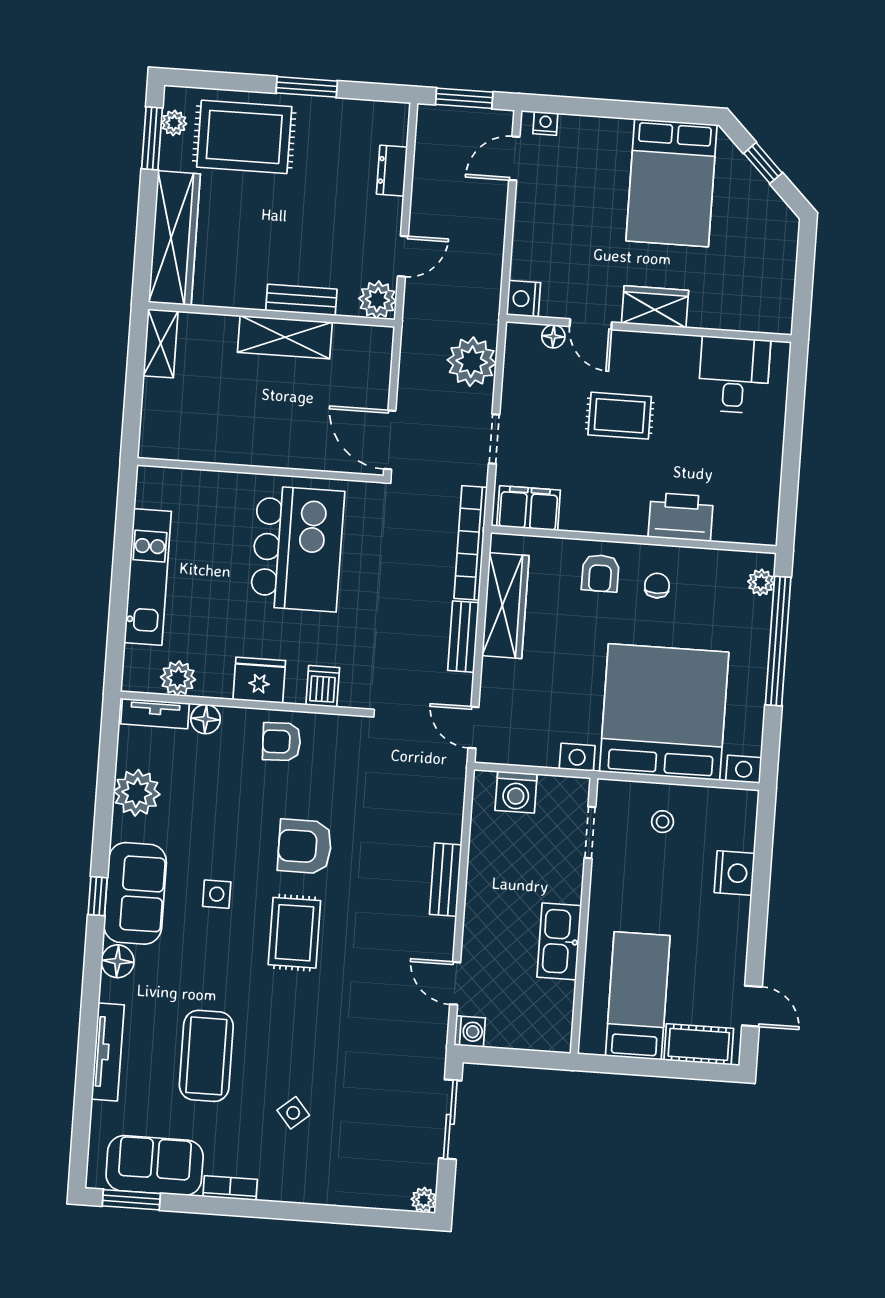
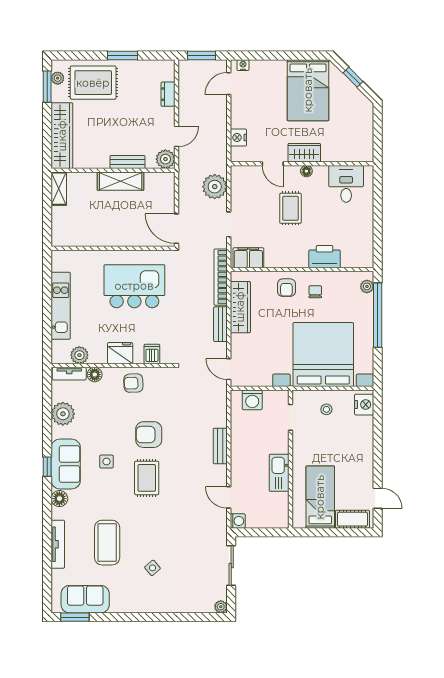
nightstand: (523, 299) -> (238, 137), moved
floor lamp: (553, 336) -> (306, 171), moved
rug: (620, 416) -> (290, 208), turned 90
kitchen island: (297, 549) -> (134, 286), turned -90
nightstand: (734, 873) -> (364, 405), moved
bookcase: (230, 1188) -> (124, 608), removed

